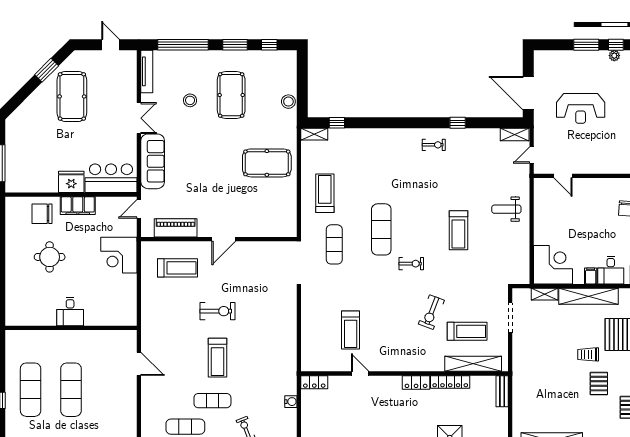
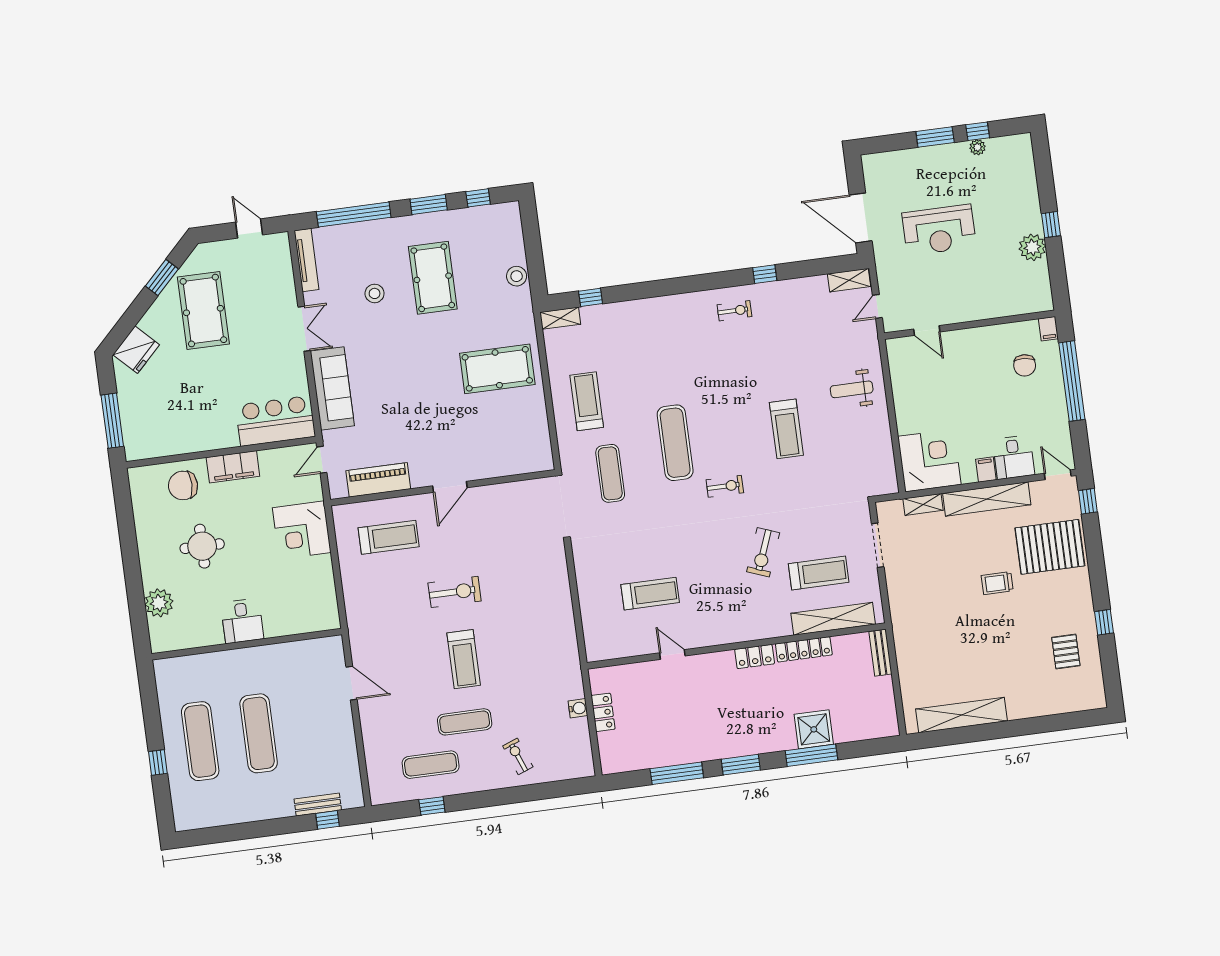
fridge: (71, 182) -> (136, 350), moved, turned 135
plant: (15, 292) -> (159, 603), added
treadmill: (351, 330) -> (650, 594), turned -90
locker: (314, 382) -> (603, 712), moved, turned -90
pallet: (599, 384) -> (1018, 623), removed

